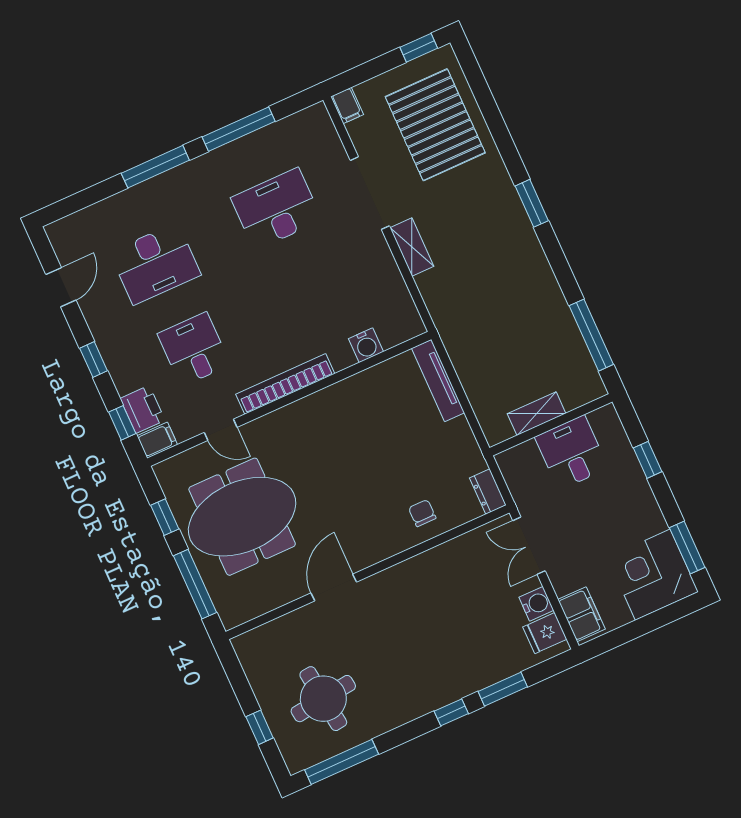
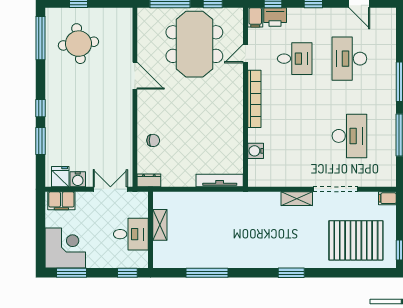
shelving: (537, 414) -> (160, 225), moved
wall: (551, 425) -> (150, 230), moved
desk: (572, 453) -> (131, 234), moved

